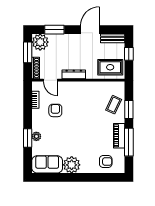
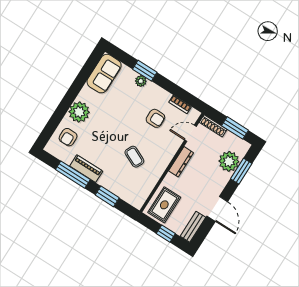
plant: (40, 42) -> (229, 161), moved
coffee table: (114, 105) -> (134, 157), moved
plant: (72, 165) -> (79, 112), moved

